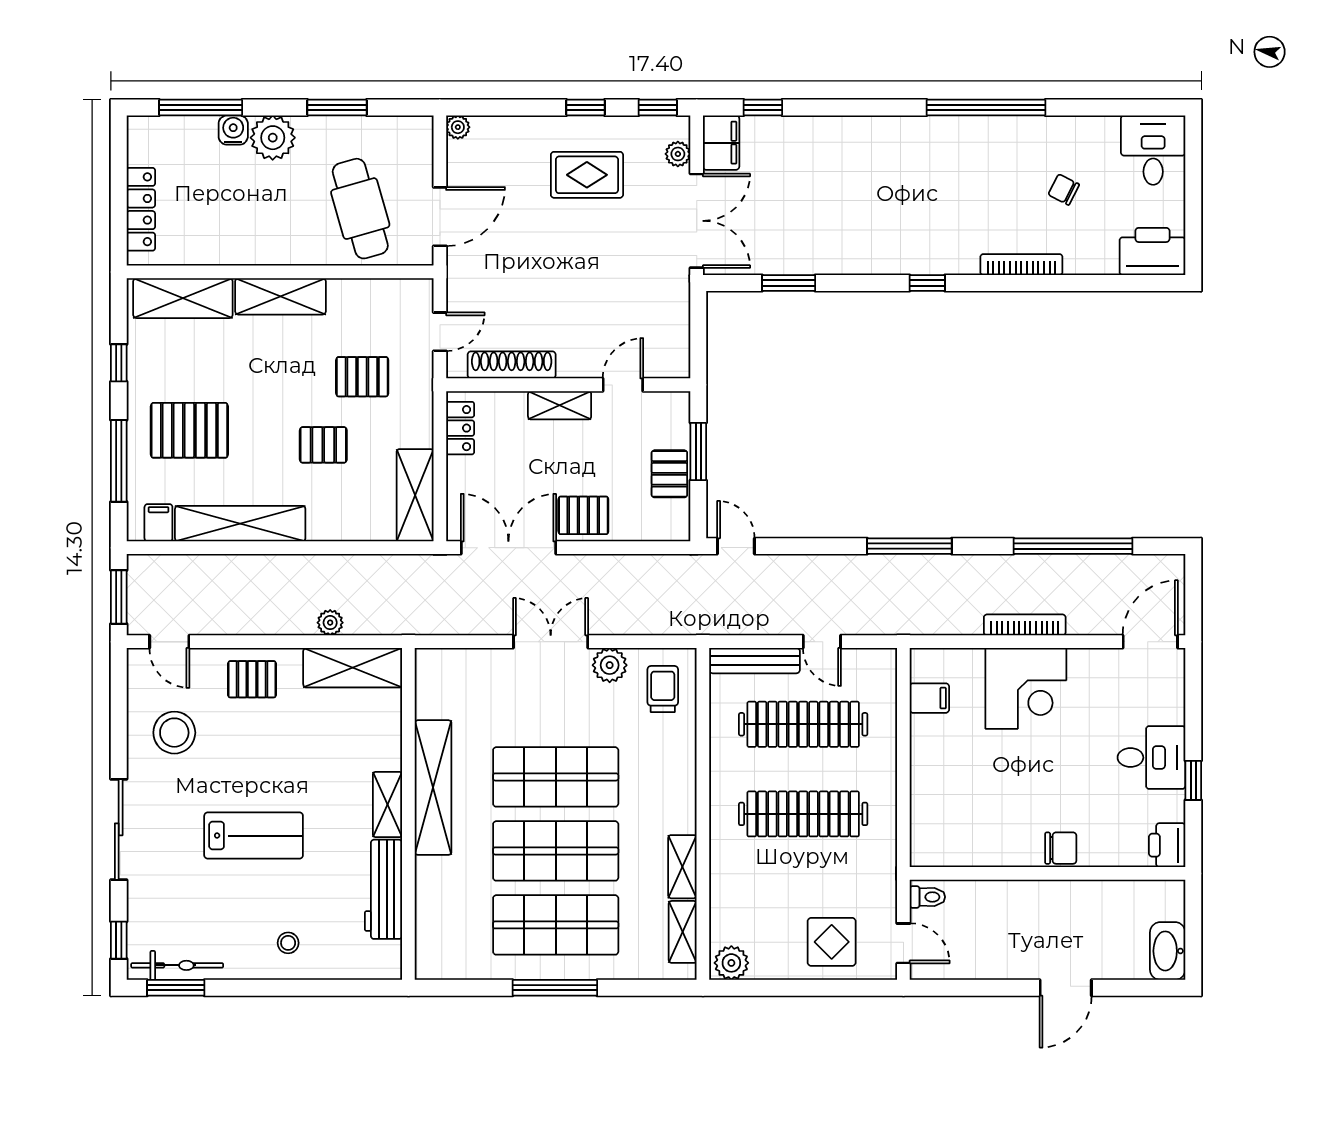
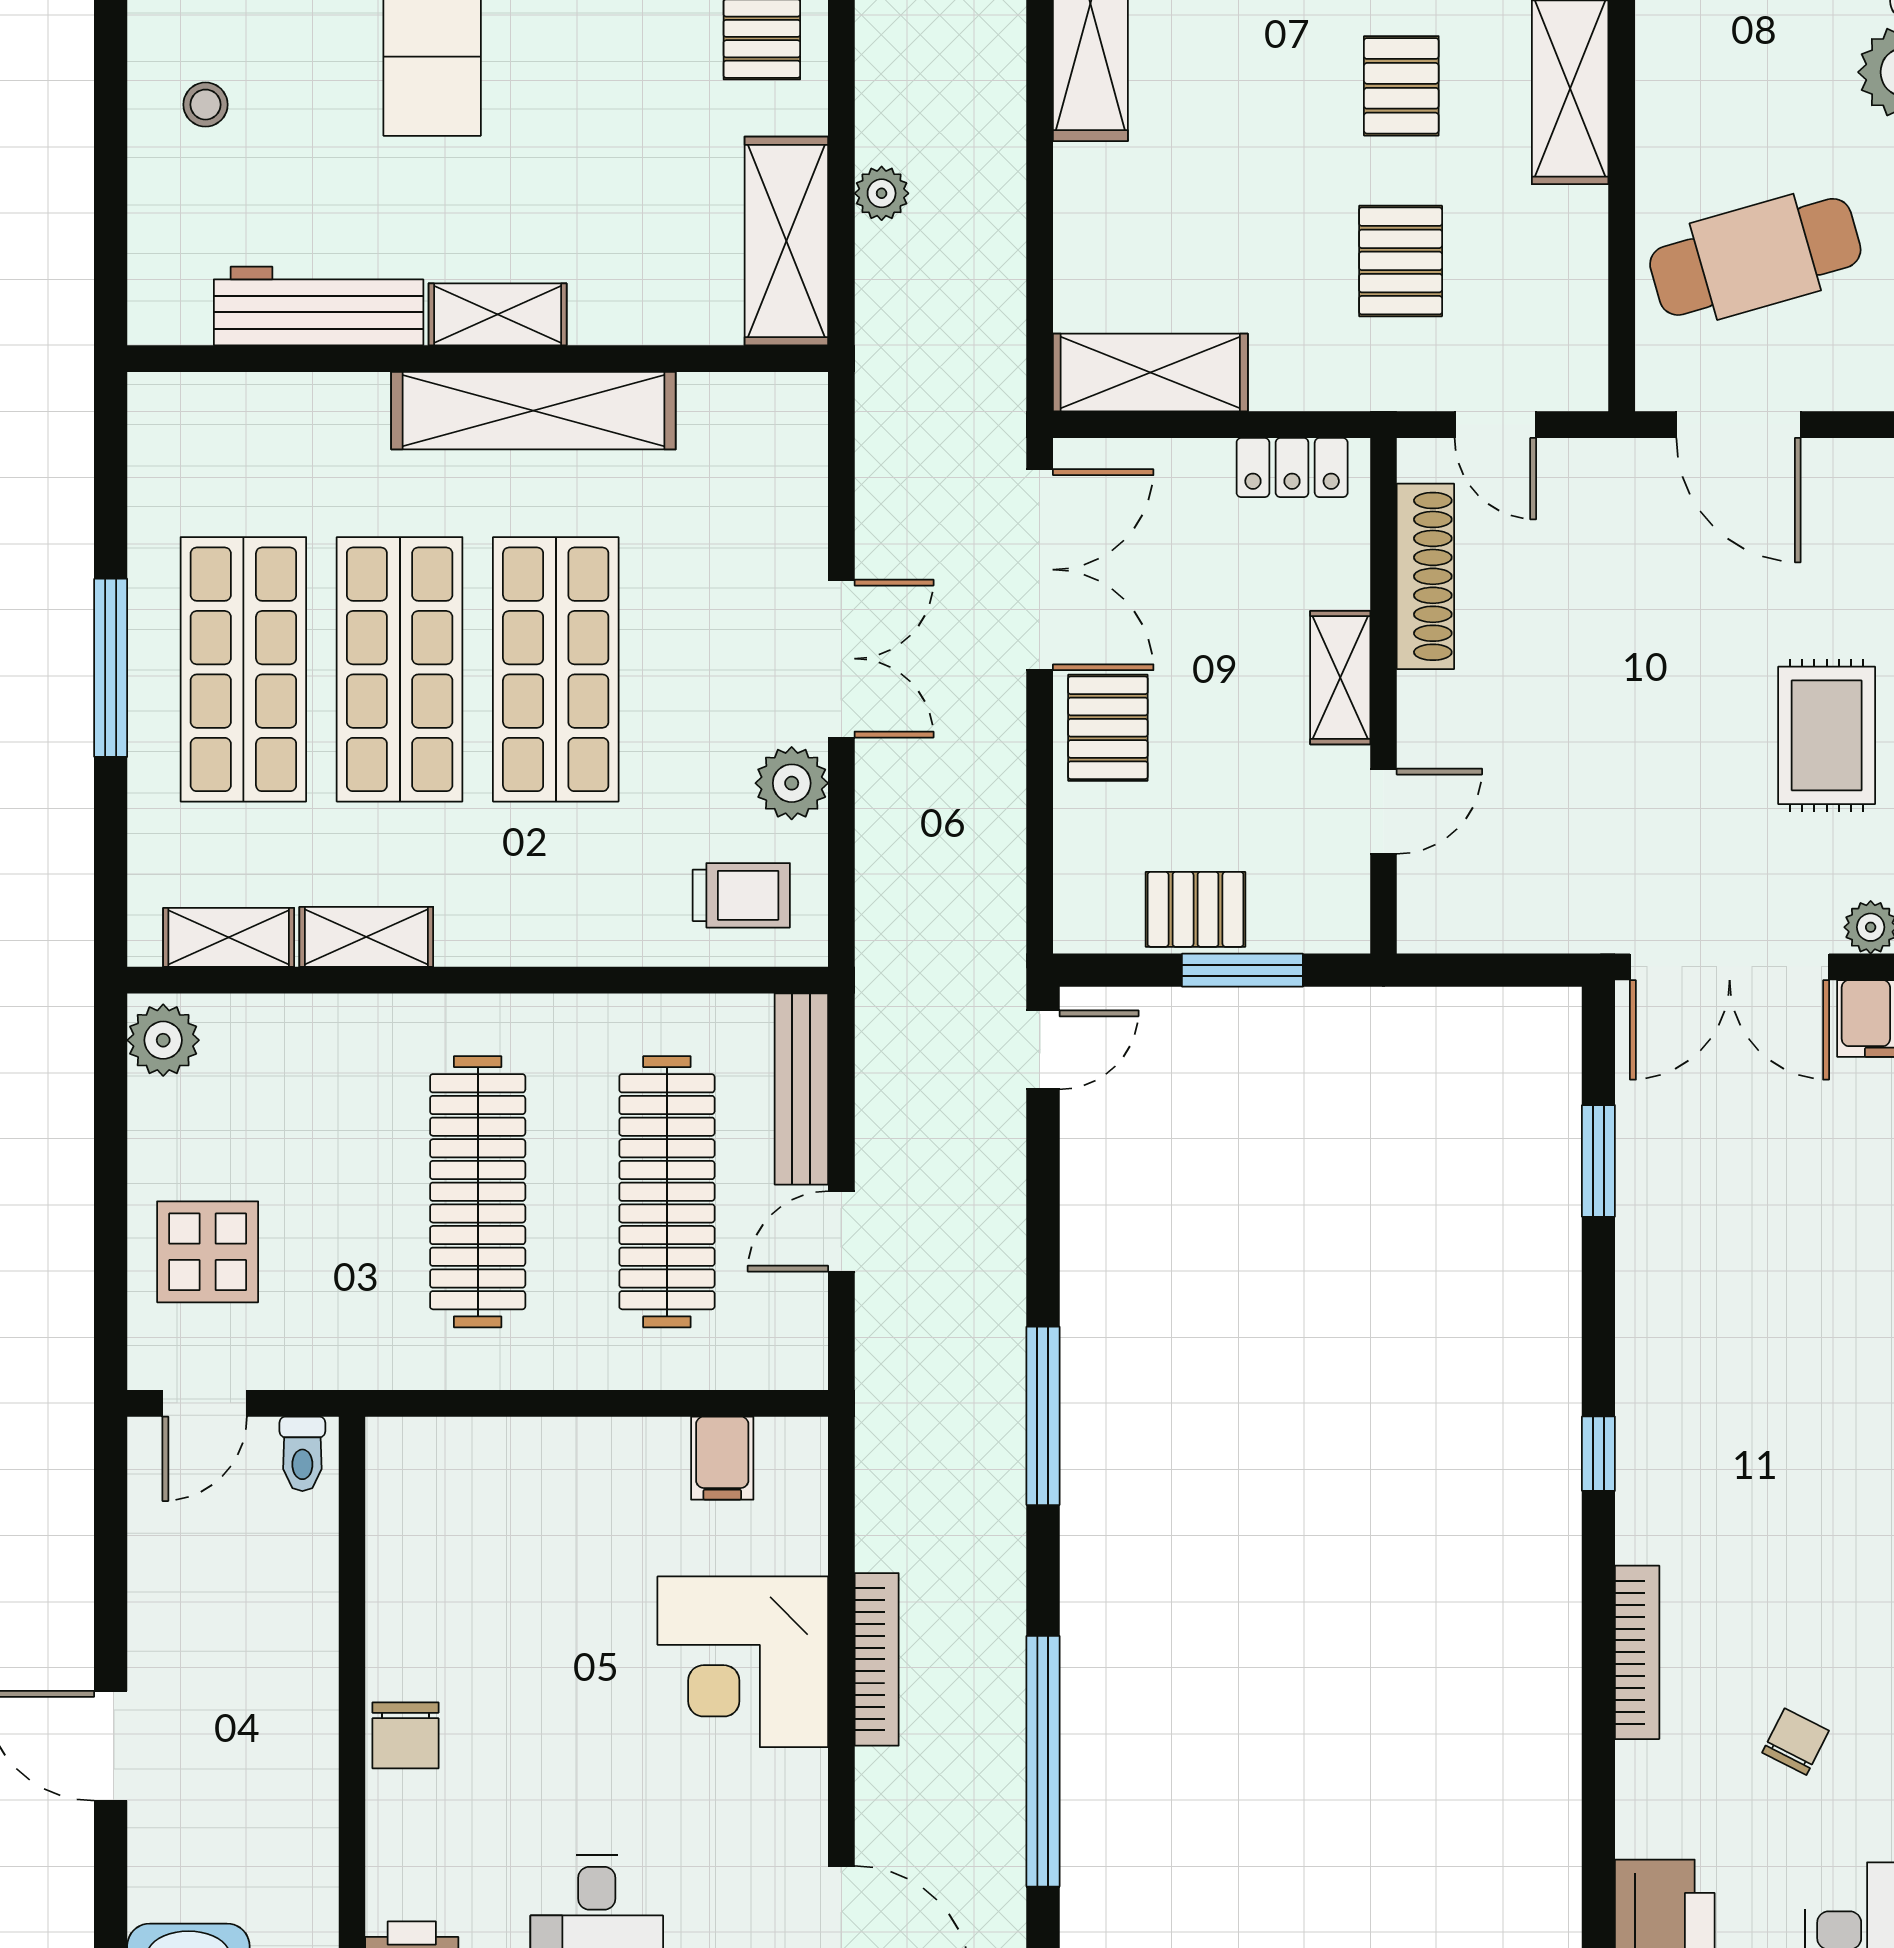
door: (623, 385) -> (1384, 811), hinge flipped
pallet: (323, 445) -> (1401, 86), moved

